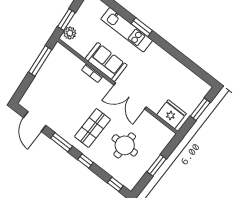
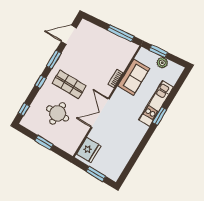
plant: (70, 33) -> (162, 63), moved
sofa: (106, 62) -> (134, 77), moved

